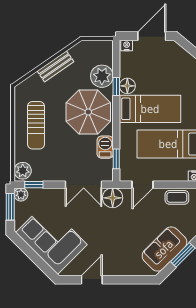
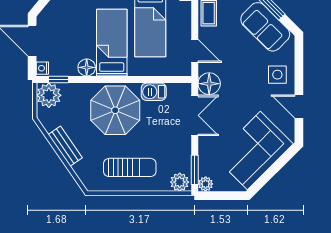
plant: (102, 76) -> (49, 95), moved
window: (116, 87) -> (59, 80), moved
window: (116, 159) -> (167, 80), removed
window: (34, 185) -> (195, 170), width x1.50
window: (10, 207) -> (219, 196), removed
side table: (121, 260) -> (277, 75), added

